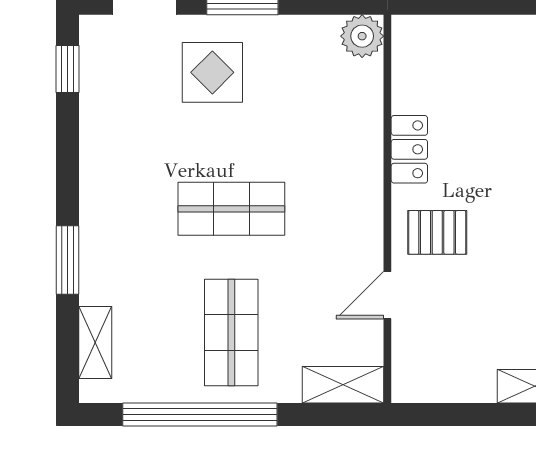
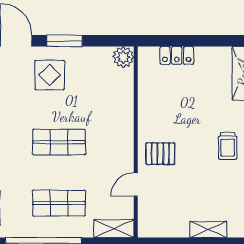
locker: (409, 149) -> (177, 55), moved, turned 90
shop shelf: (231, 333) -> (59, 203), turned 90

